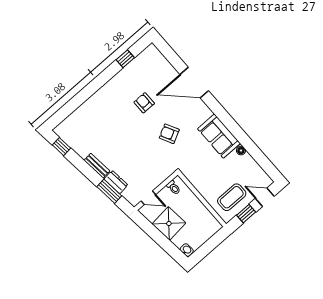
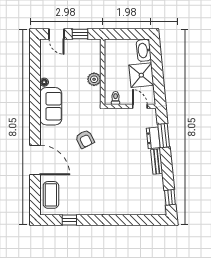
armchair: (144, 103) -> (83, 177), removed
plant: (203, 188) -> (94, 79), added
coffee table: (232, 197) -> (51, 195), moved, turned 90
washbasin: (187, 250) -> (144, 50), width x1.91, depth x1.45

